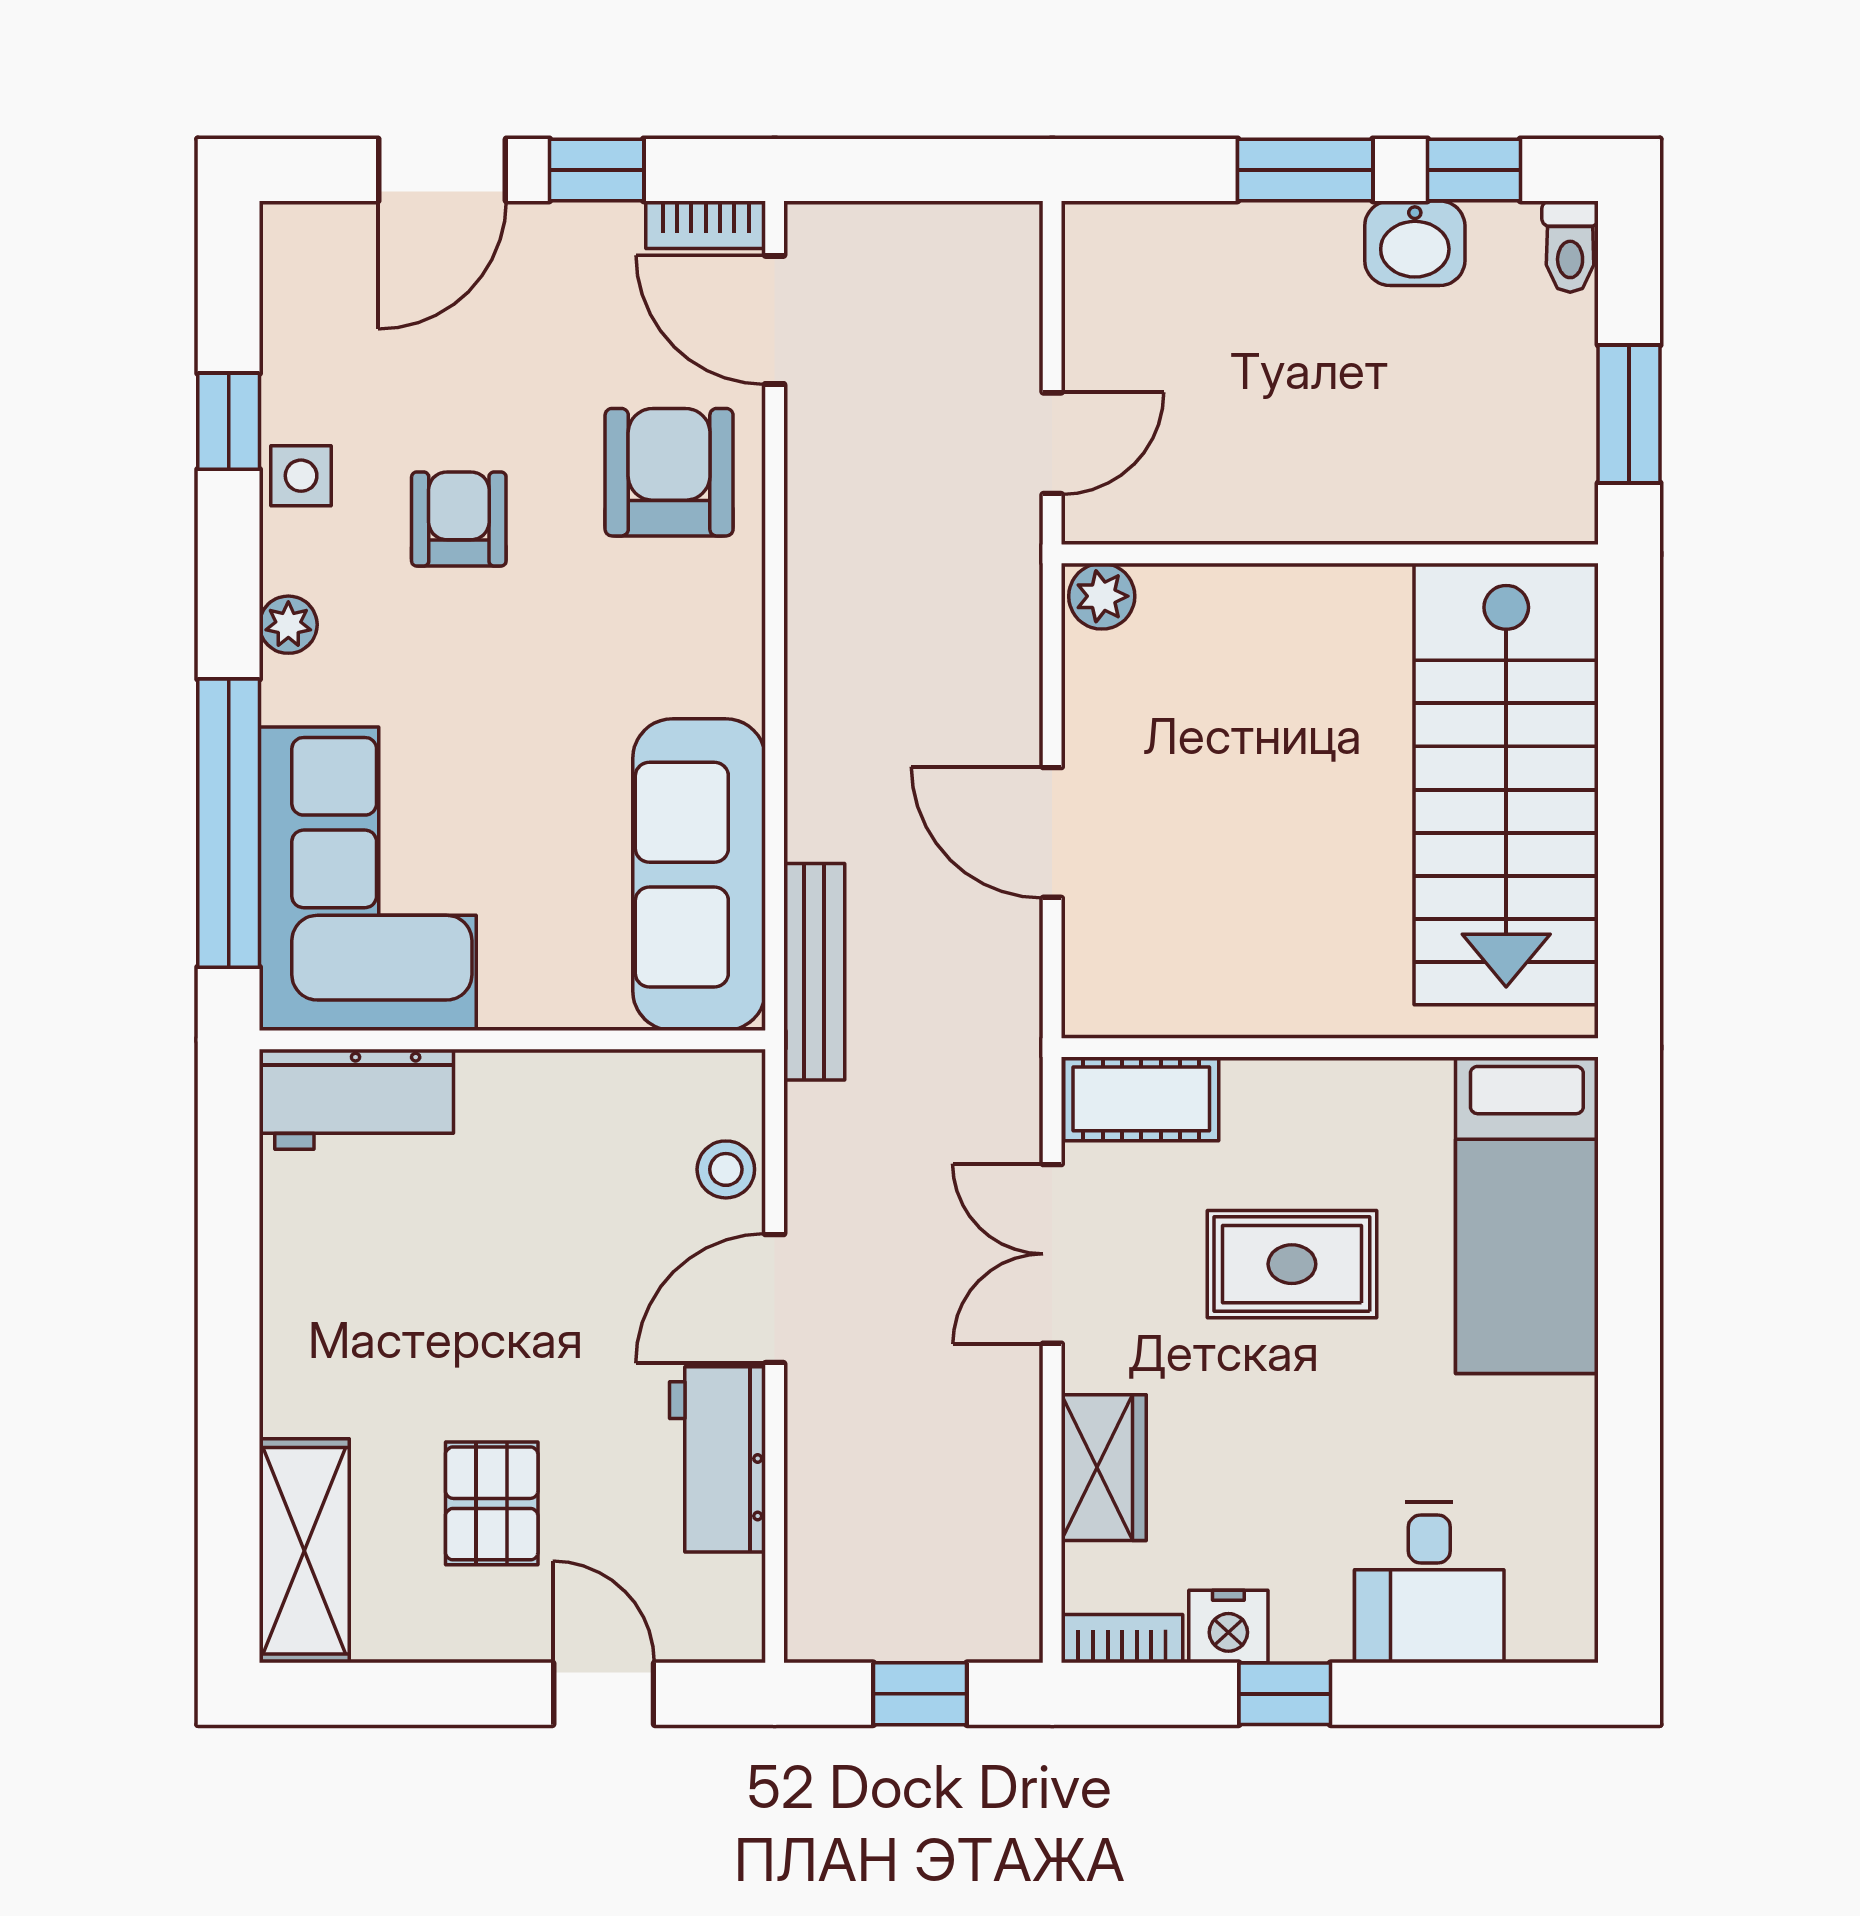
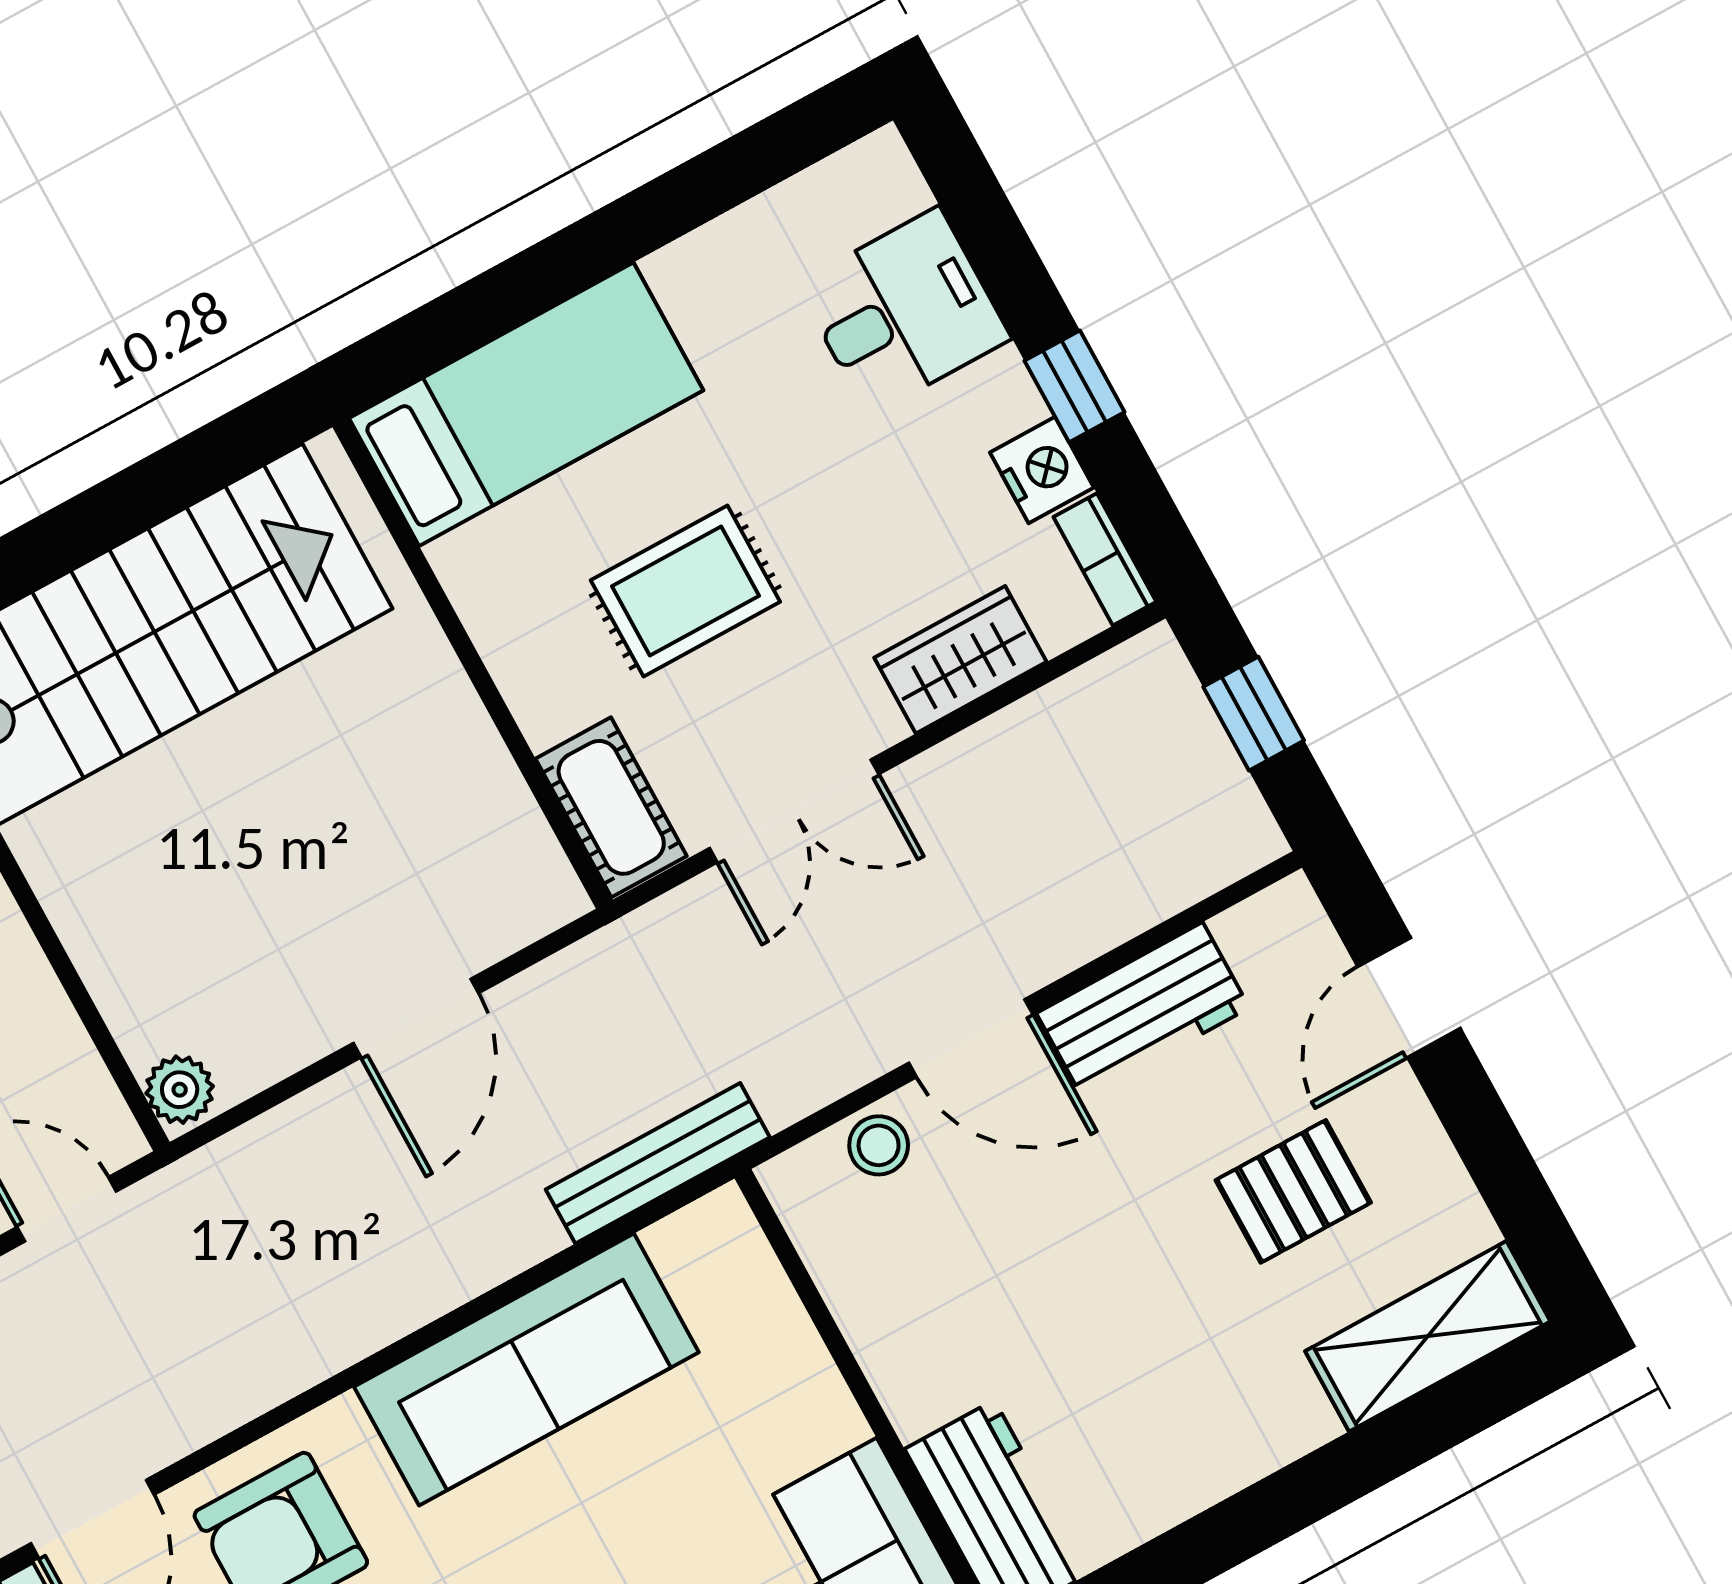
sofa: (699, 875) -> (526, 1369), moved
rug: (1292, 1264) -> (685, 591), turned 90

